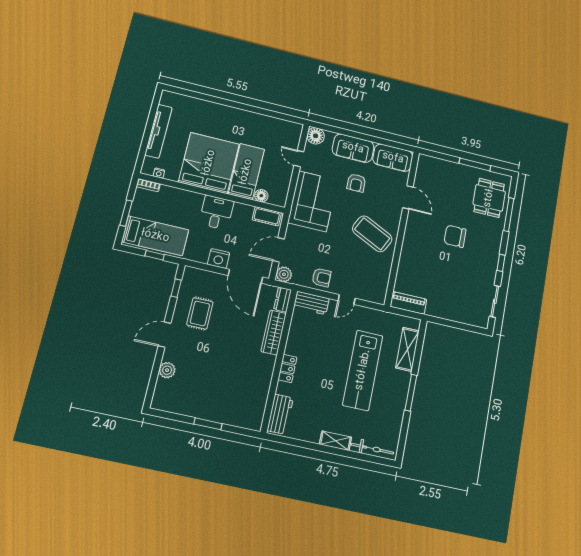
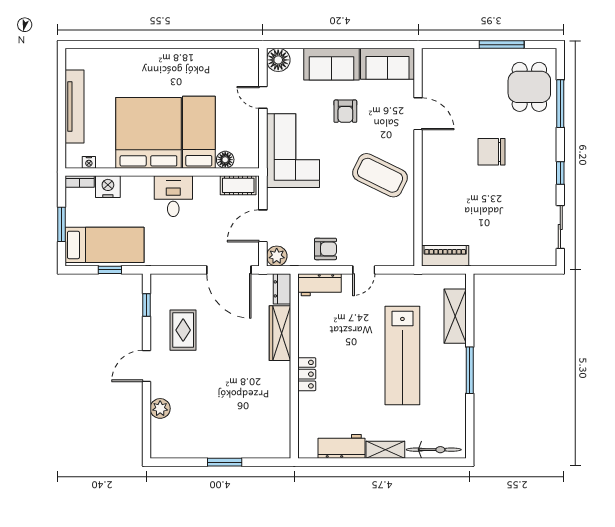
nightstand: (219, 259) -> (108, 187), moved, turned 180
workbench: (280, 414) -> (341, 446), moved, turned -90

